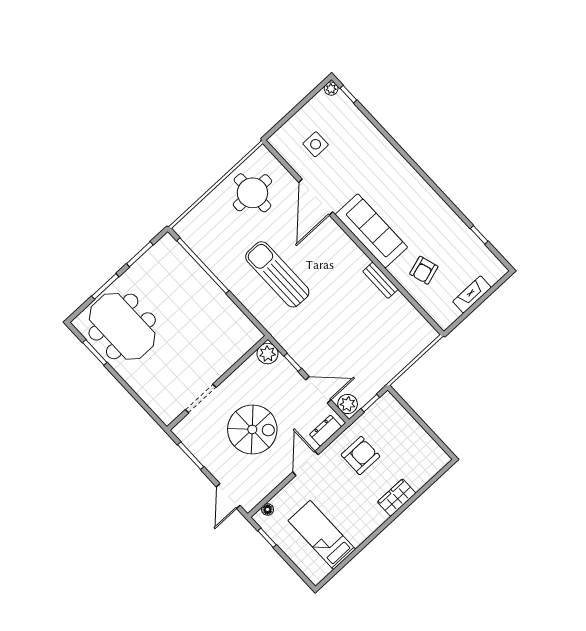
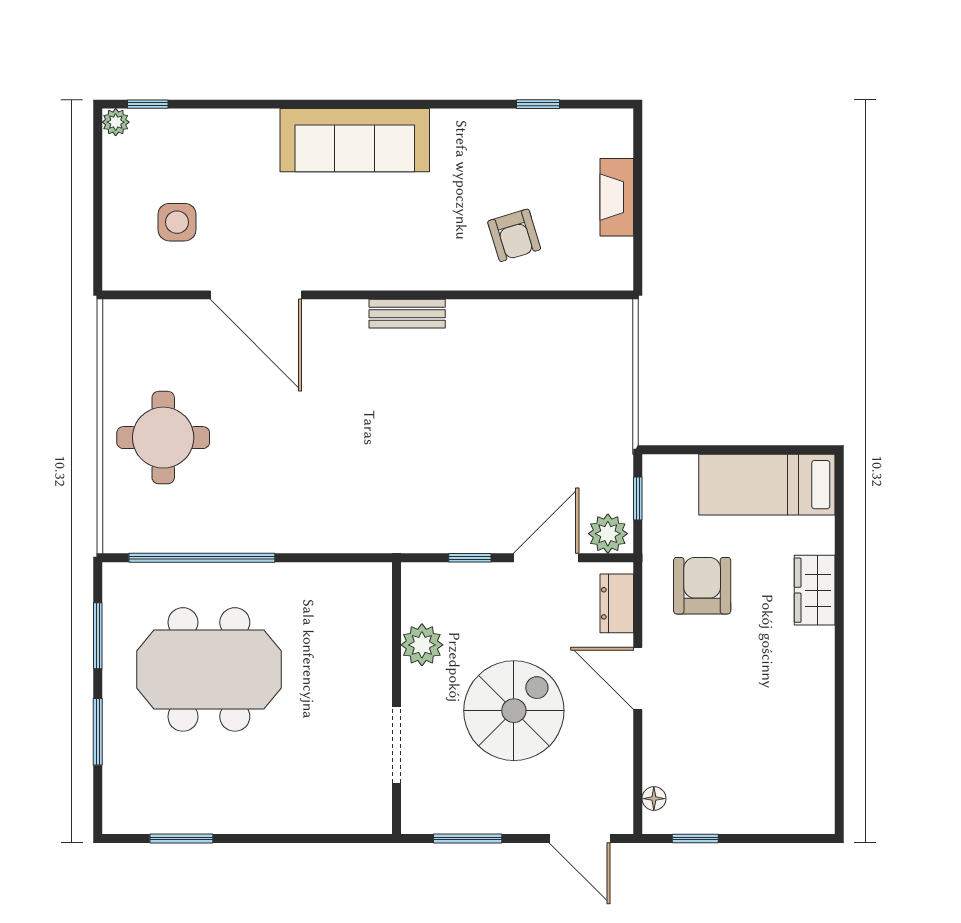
round table: (252, 193) -> (163, 438), moved
sofa: (371, 231) -> (355, 140), moved, turned 180
sun lounger: (277, 274) -> (318, 459), removed
bench: (380, 280) -> (407, 314), moved
meeting table: (122, 326) -> (209, 669), moved
plant: (267, 354) -> (422, 645), moved
bed: (322, 535) -> (767, 485), moved

